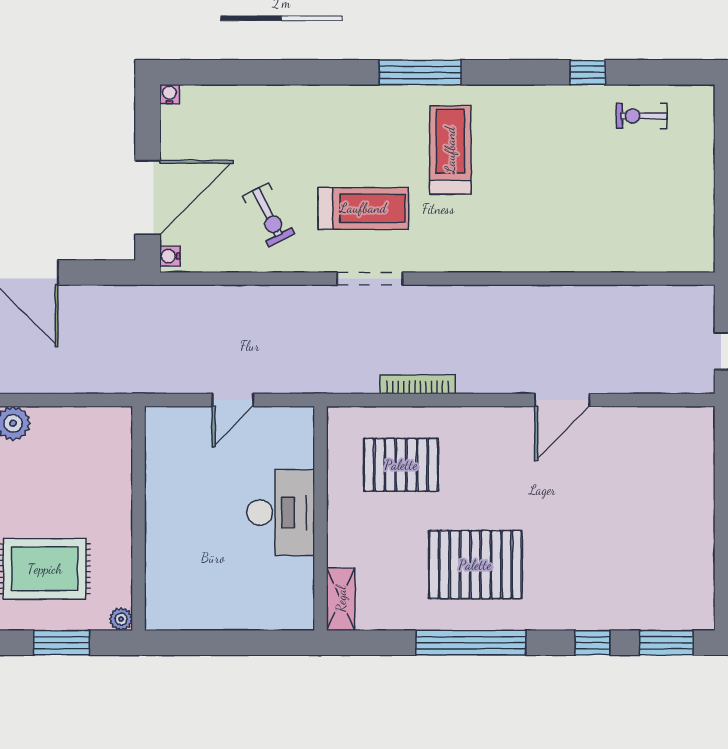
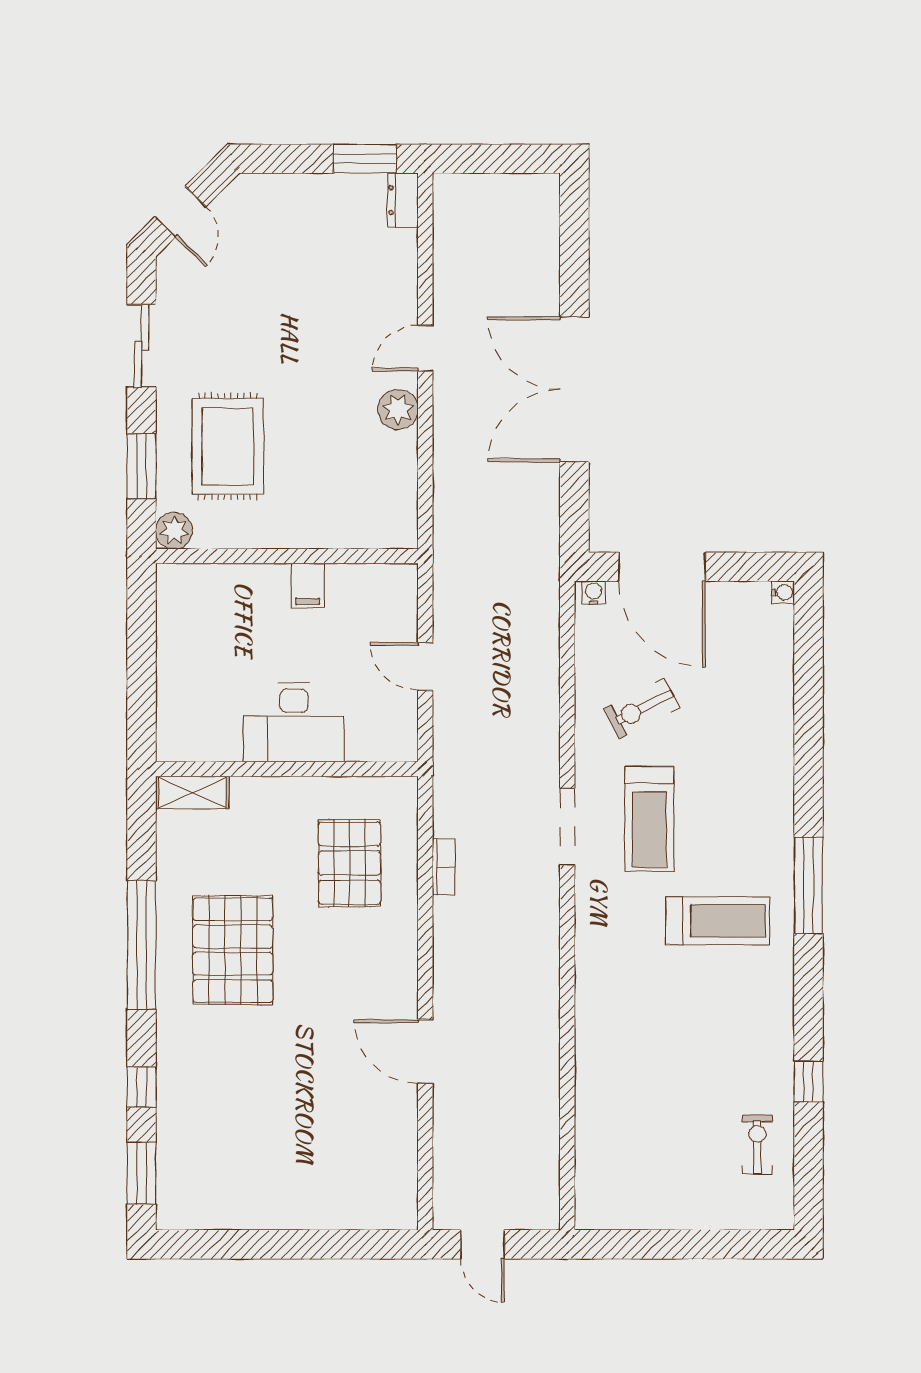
bookcase: (418, 384) -> (444, 867), width x0.64
filing cabinet: (164, 501) -> (308, 586), added
plant: (121, 619) -> (174, 531), width x1.38, depth x1.38

